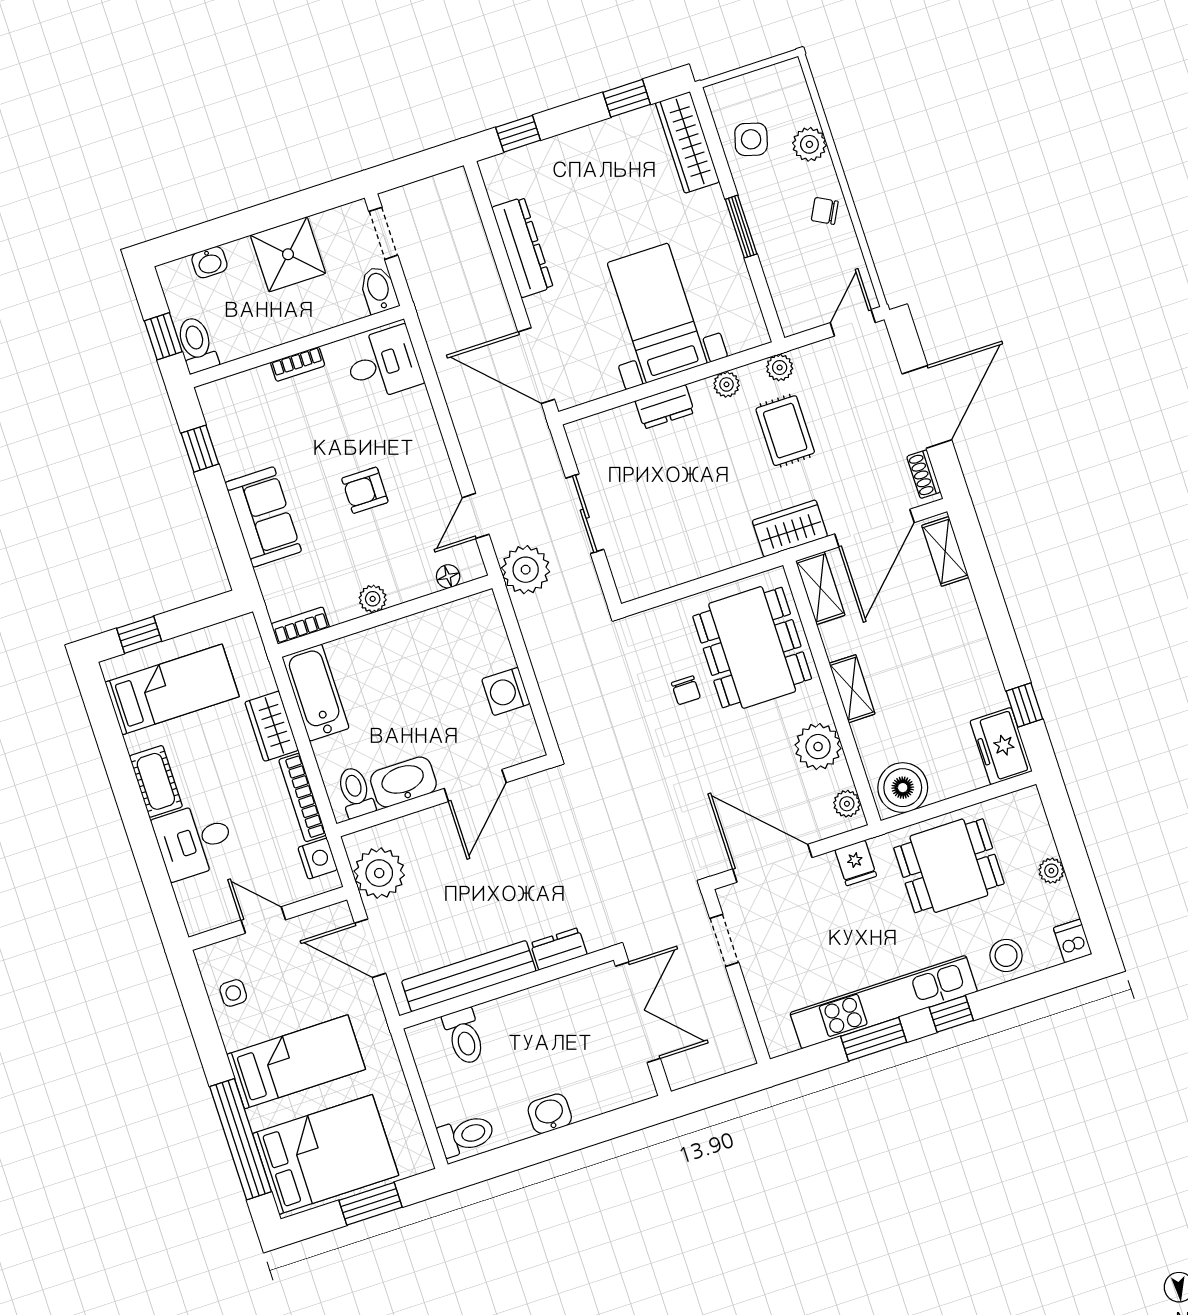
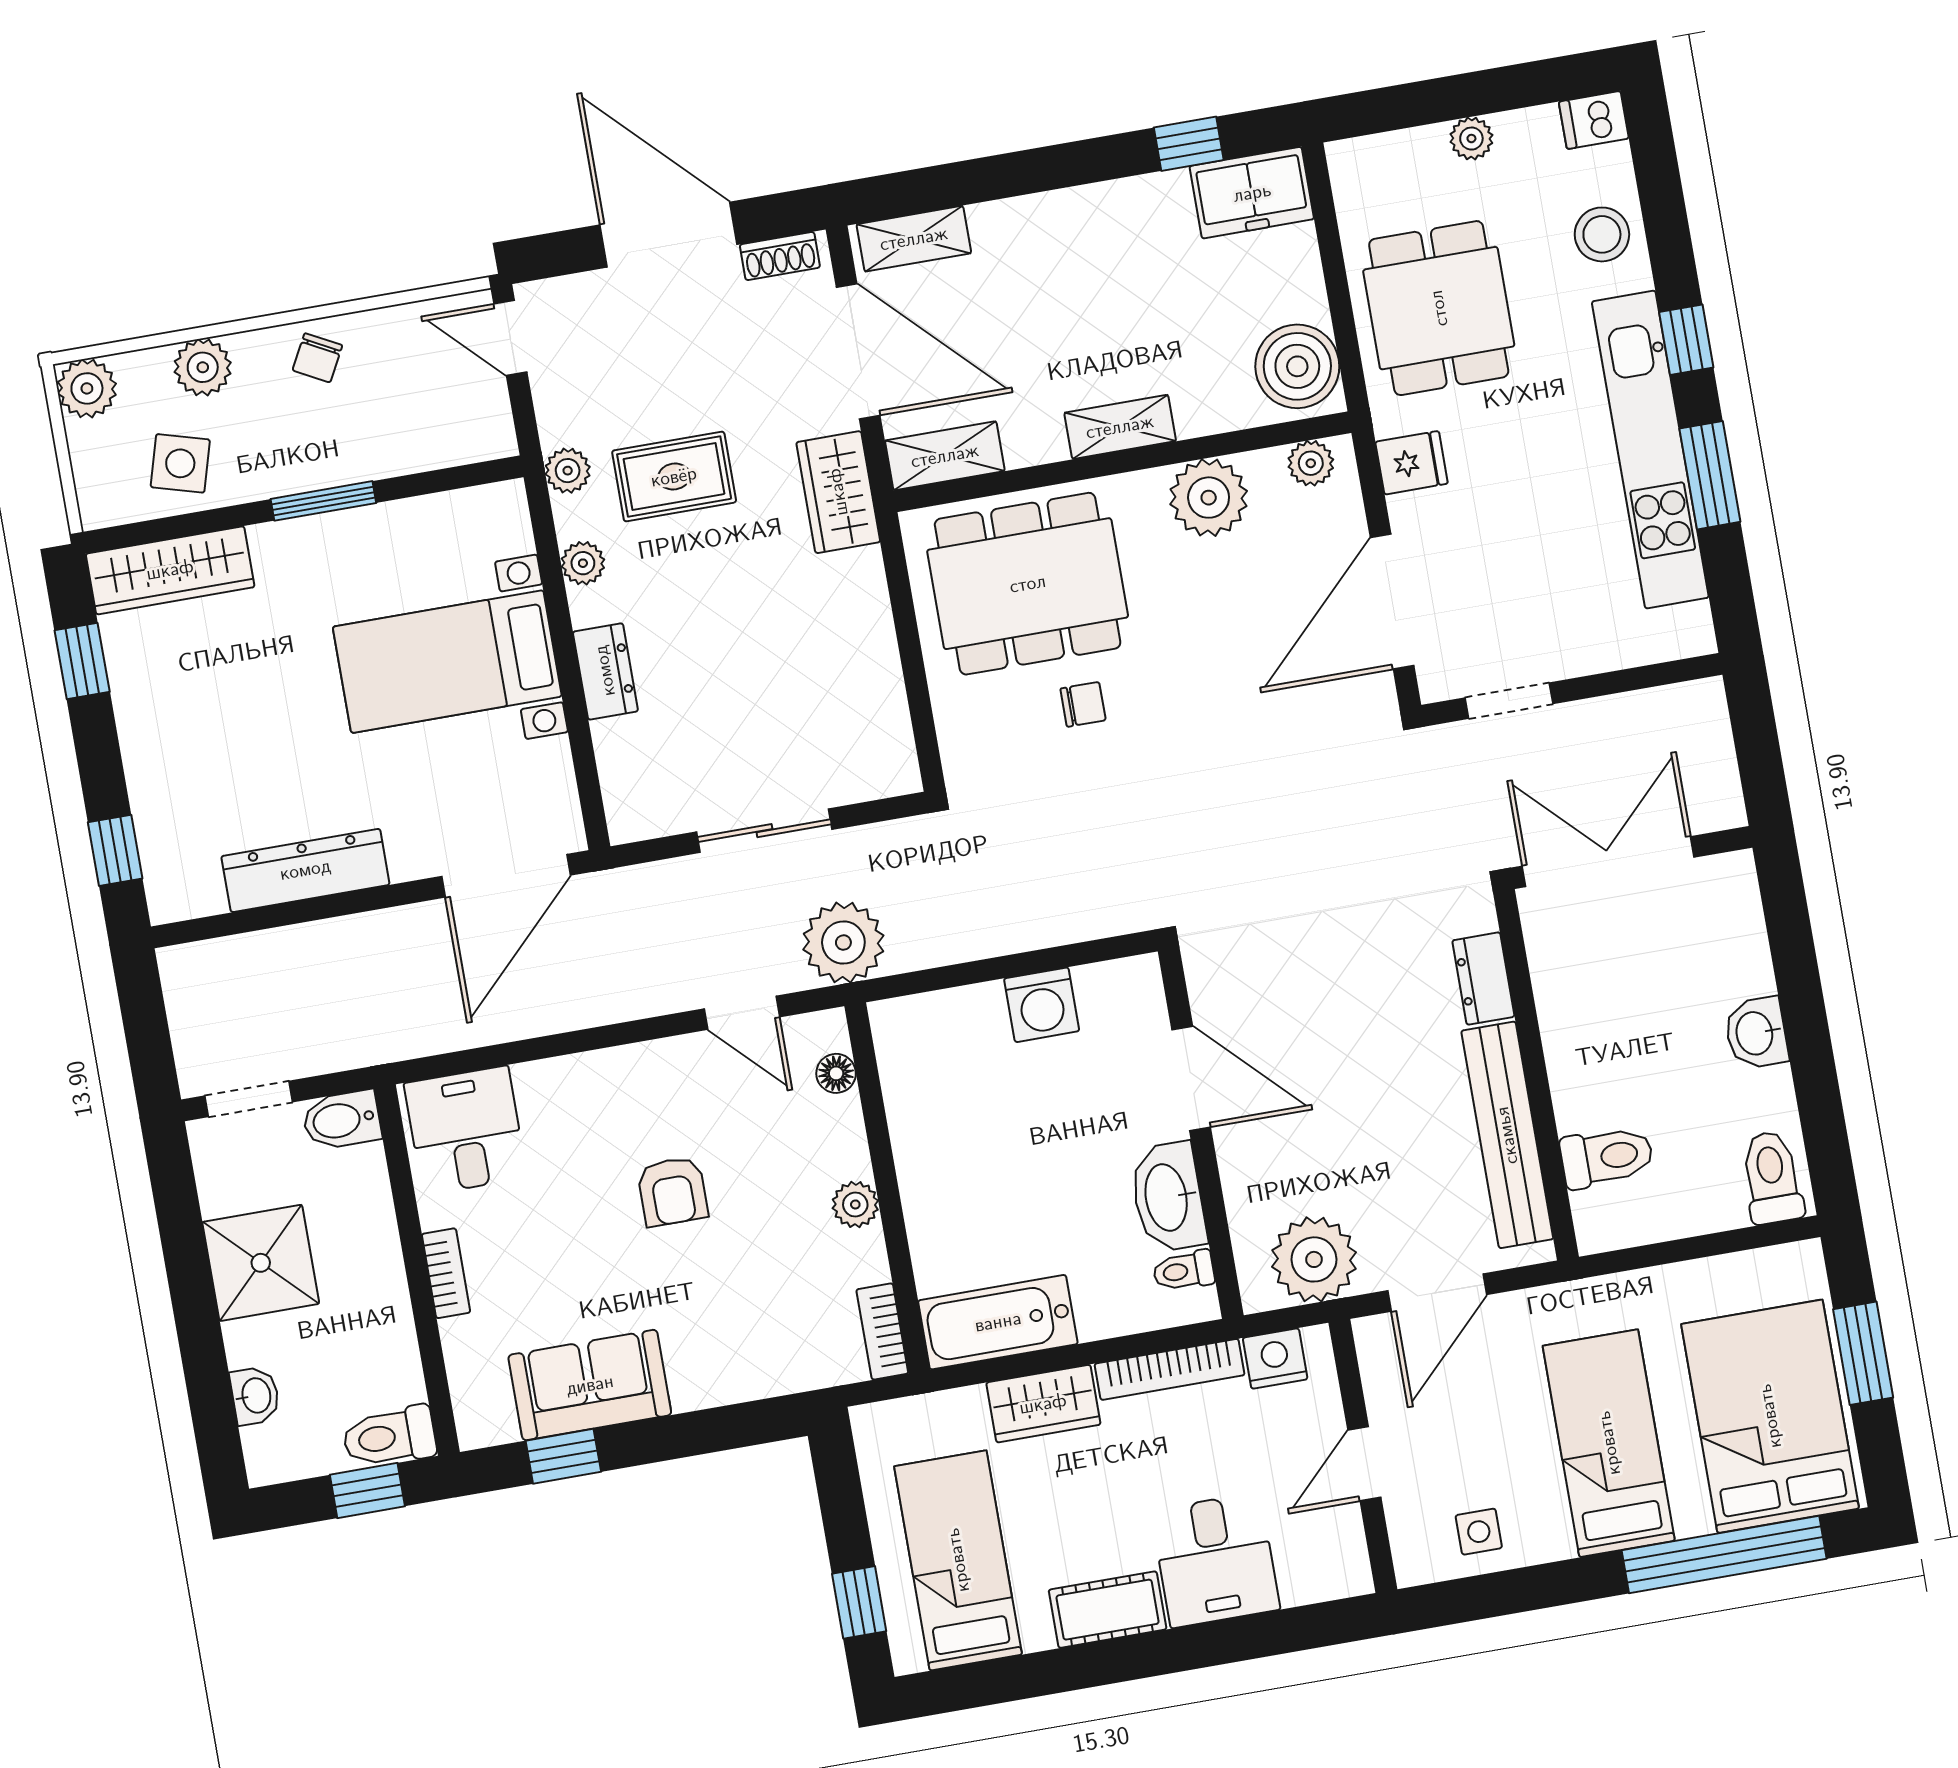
plant: (787, 78) -> (87, 388), added
sofa: (263, 517) -> (590, 1385), moved
toilet: (356, 792) -> (1184, 1271), width x0.73, depth x0.72

